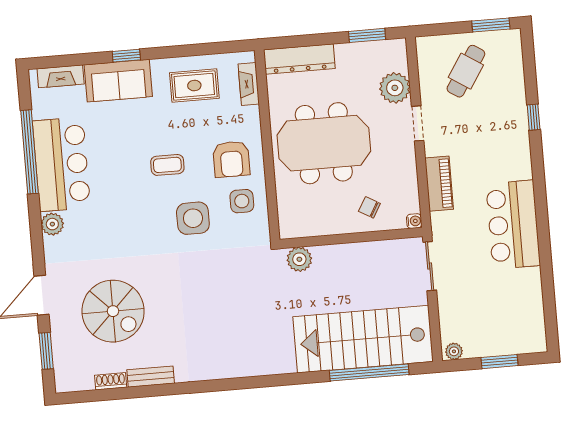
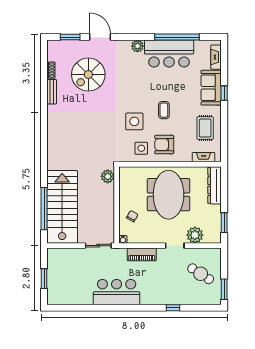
plant: (454, 351) -> (52, 255), removed

